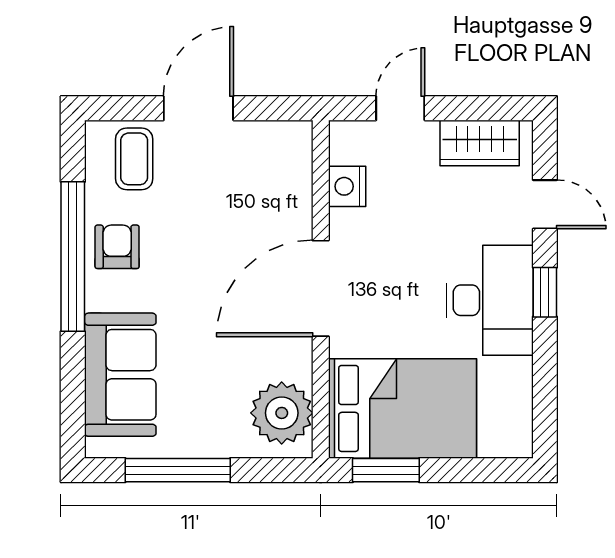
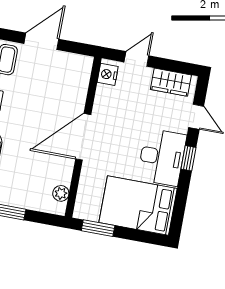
nightstand: (347, 186) -> (108, 74), moved
bed: (402, 408) -> (138, 205), moved, turned 180
plant: (282, 413) -> (61, 193), width x0.53, depth x0.53

